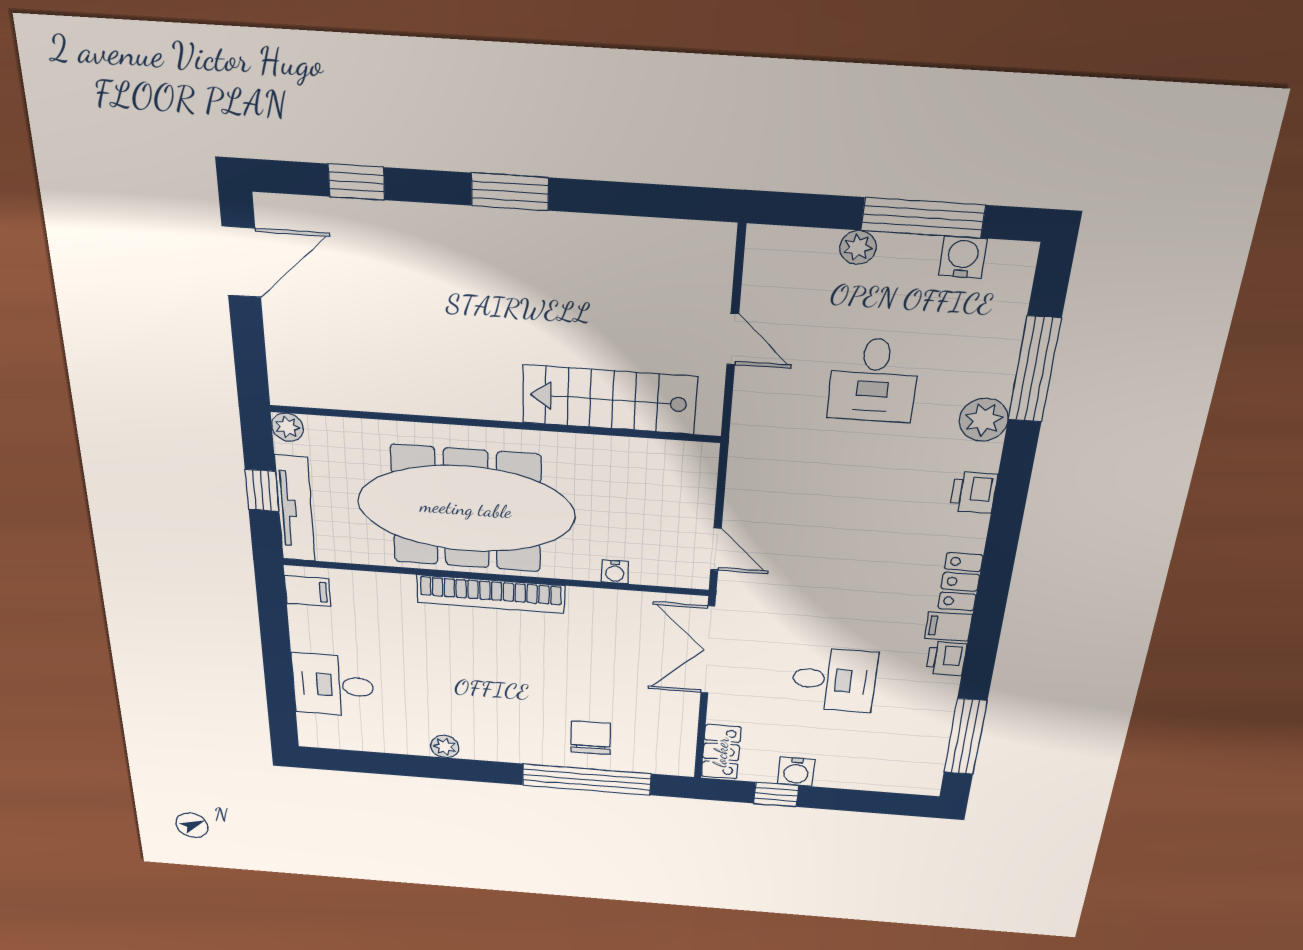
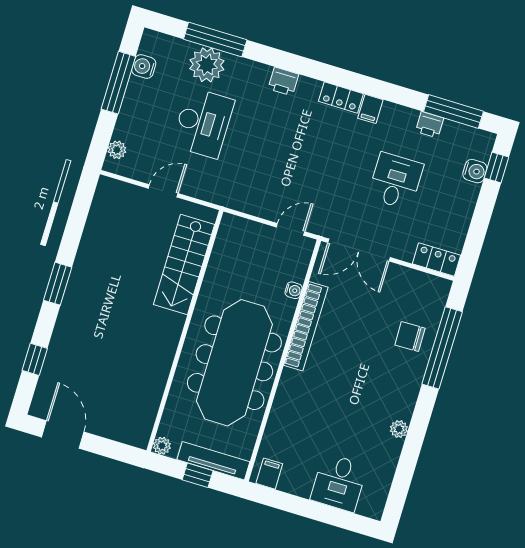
plant: (858, 247) -> (117, 150), moved
desk: (874, 380) -> (203, 123), width x1.37
plant: (984, 420) -> (207, 65), moved, width x1.36, depth x1.36
bookcase: (491, 594) -> (306, 326), moved
printer: (946, 658) -> (430, 125), moved
water cooler: (796, 772) -> (475, 171), moved
window: (776, 794) -> (497, 168), moved

